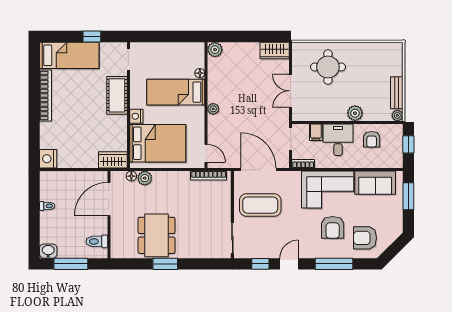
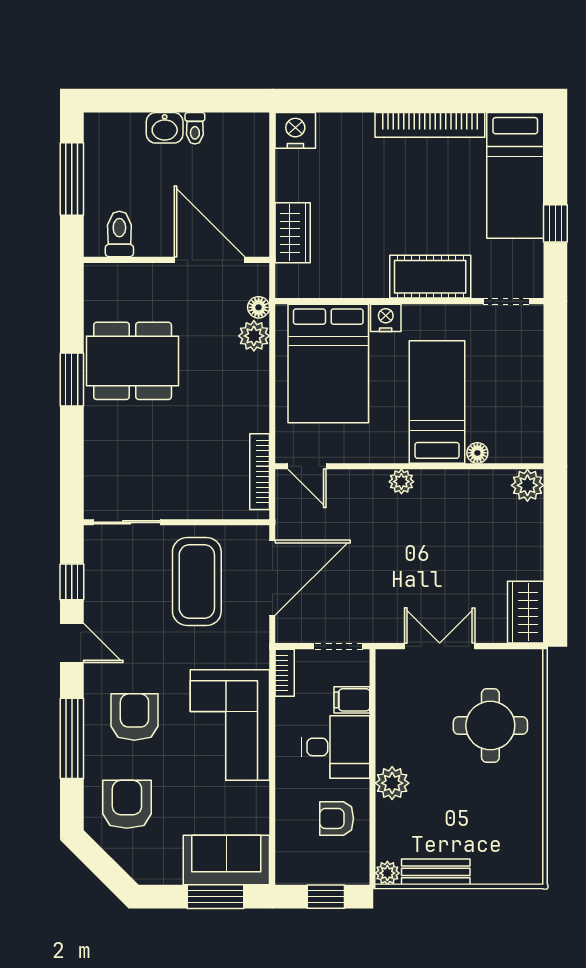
door: (206, 153) -> (307, 466), hinge flipped
wardrobe: (113, 160) -> (293, 233), moved
sofa: (375, 183) -> (226, 860), moved, turned 90
armchair: (333, 227) -> (134, 717), moved, turned 90
washbasin: (48, 251) -> (165, 128), moved, turned 90

